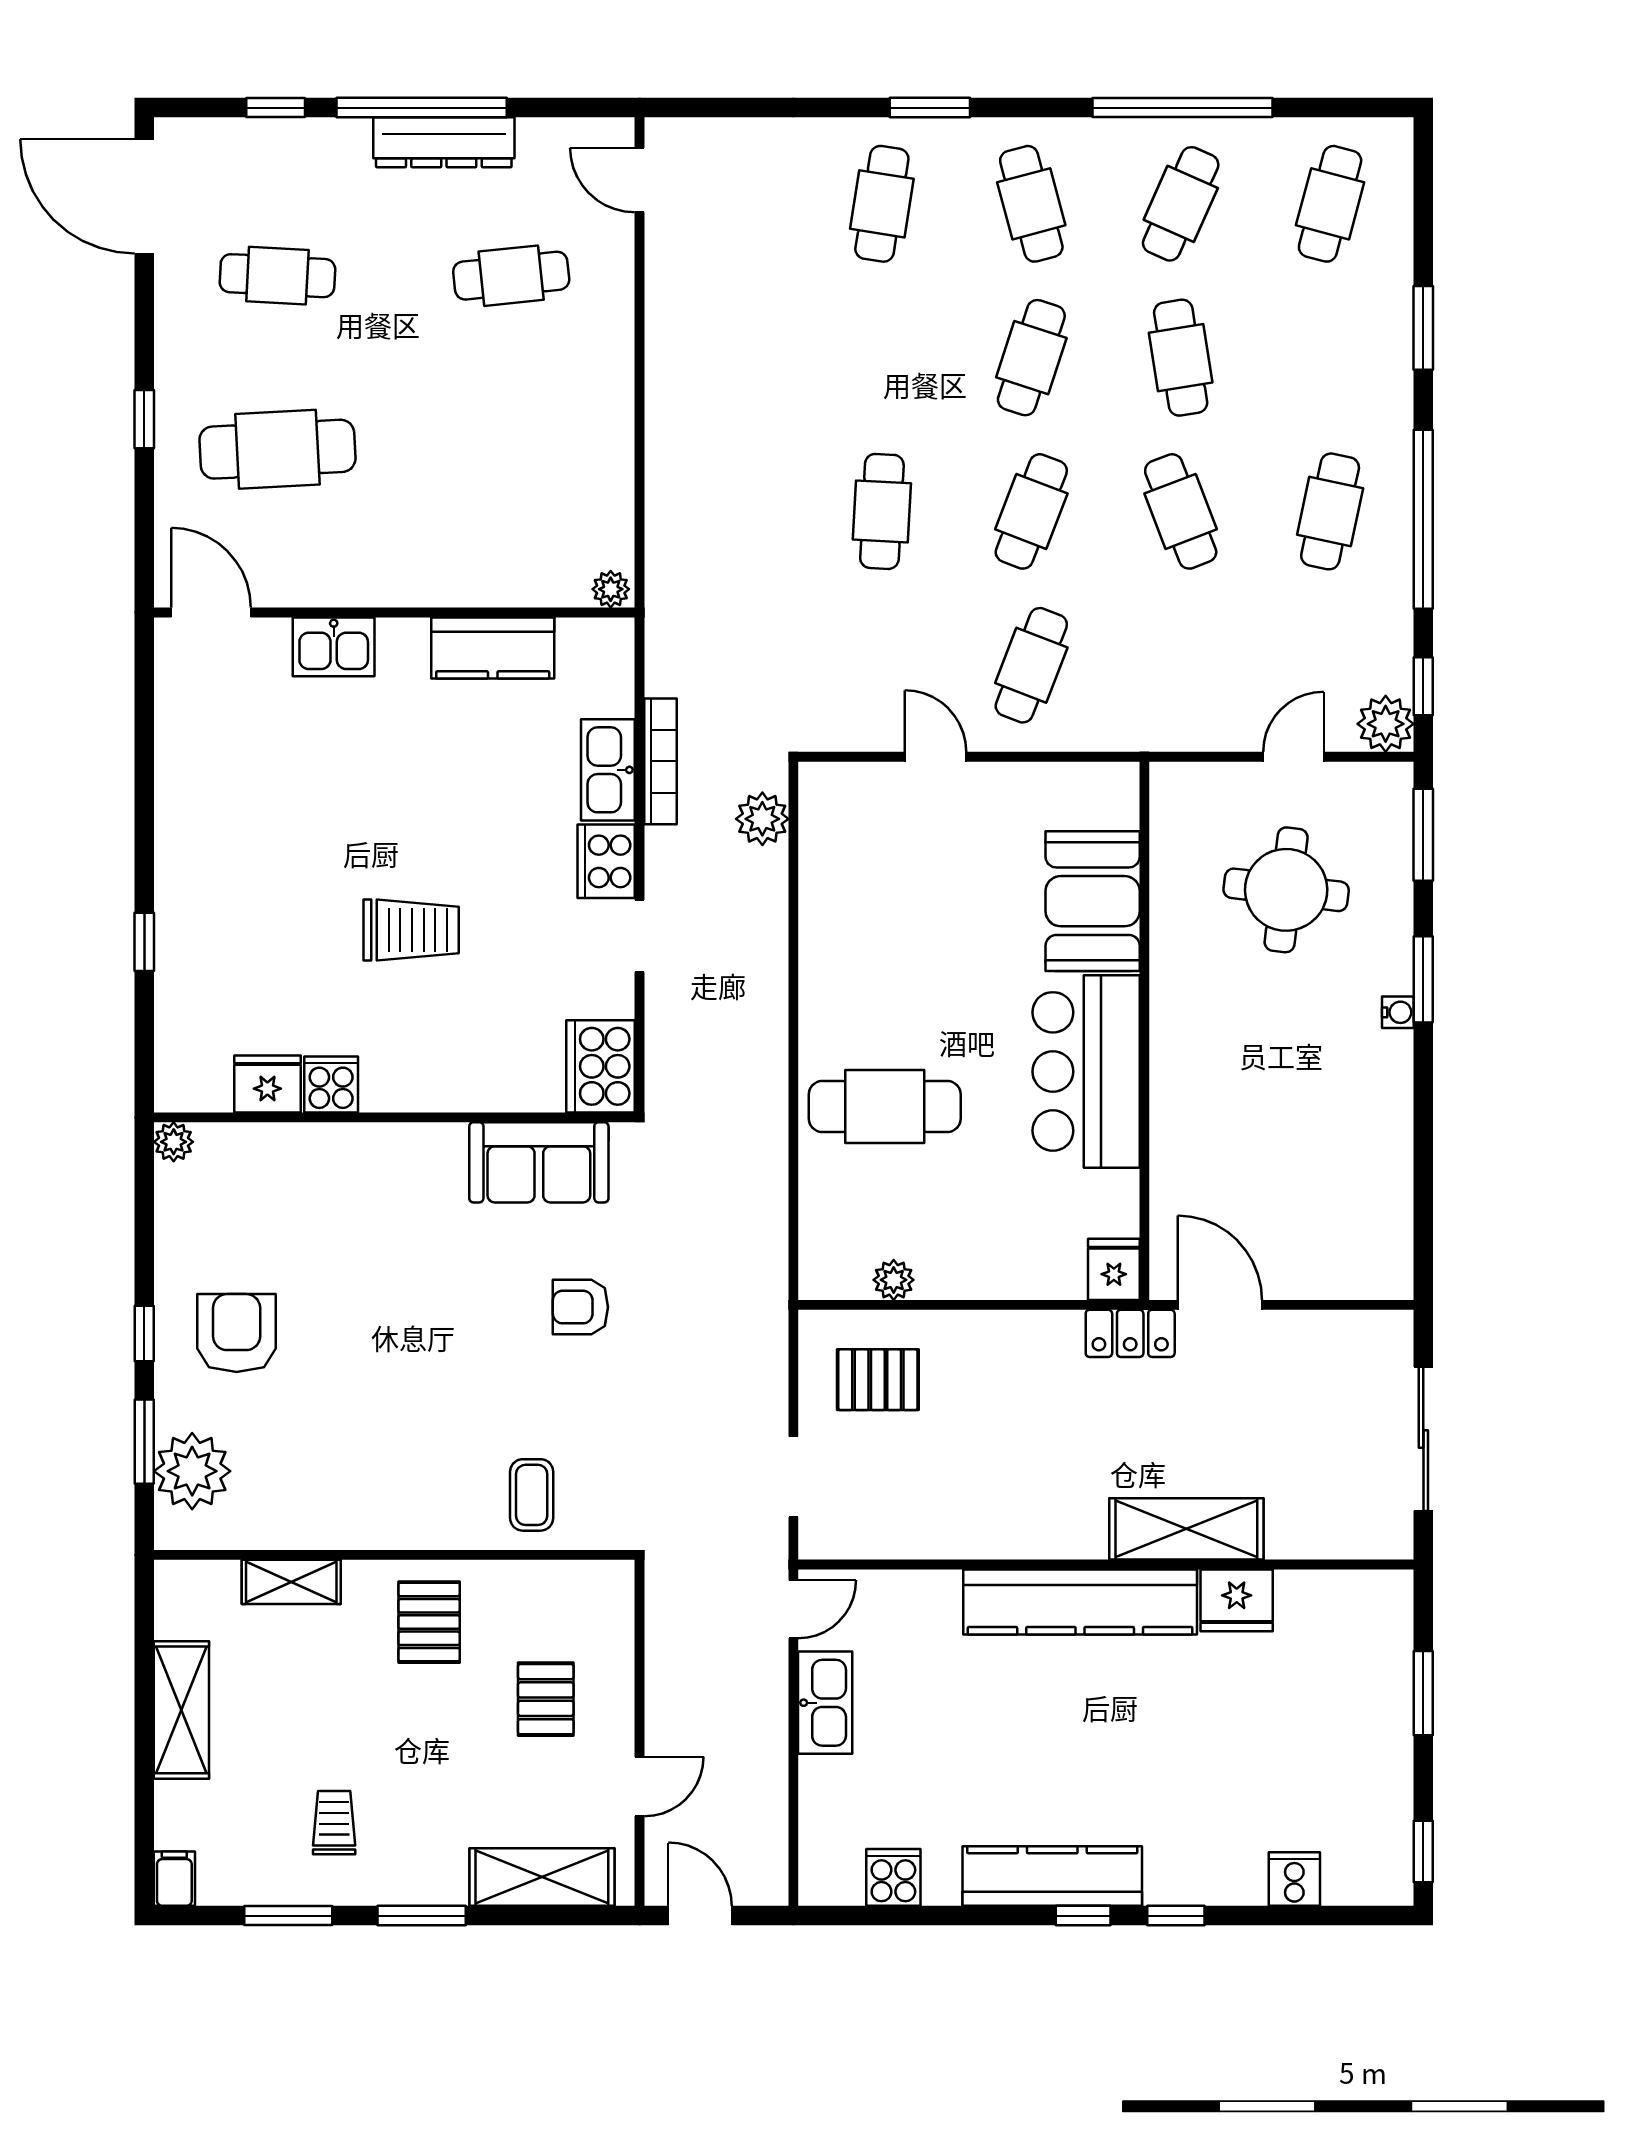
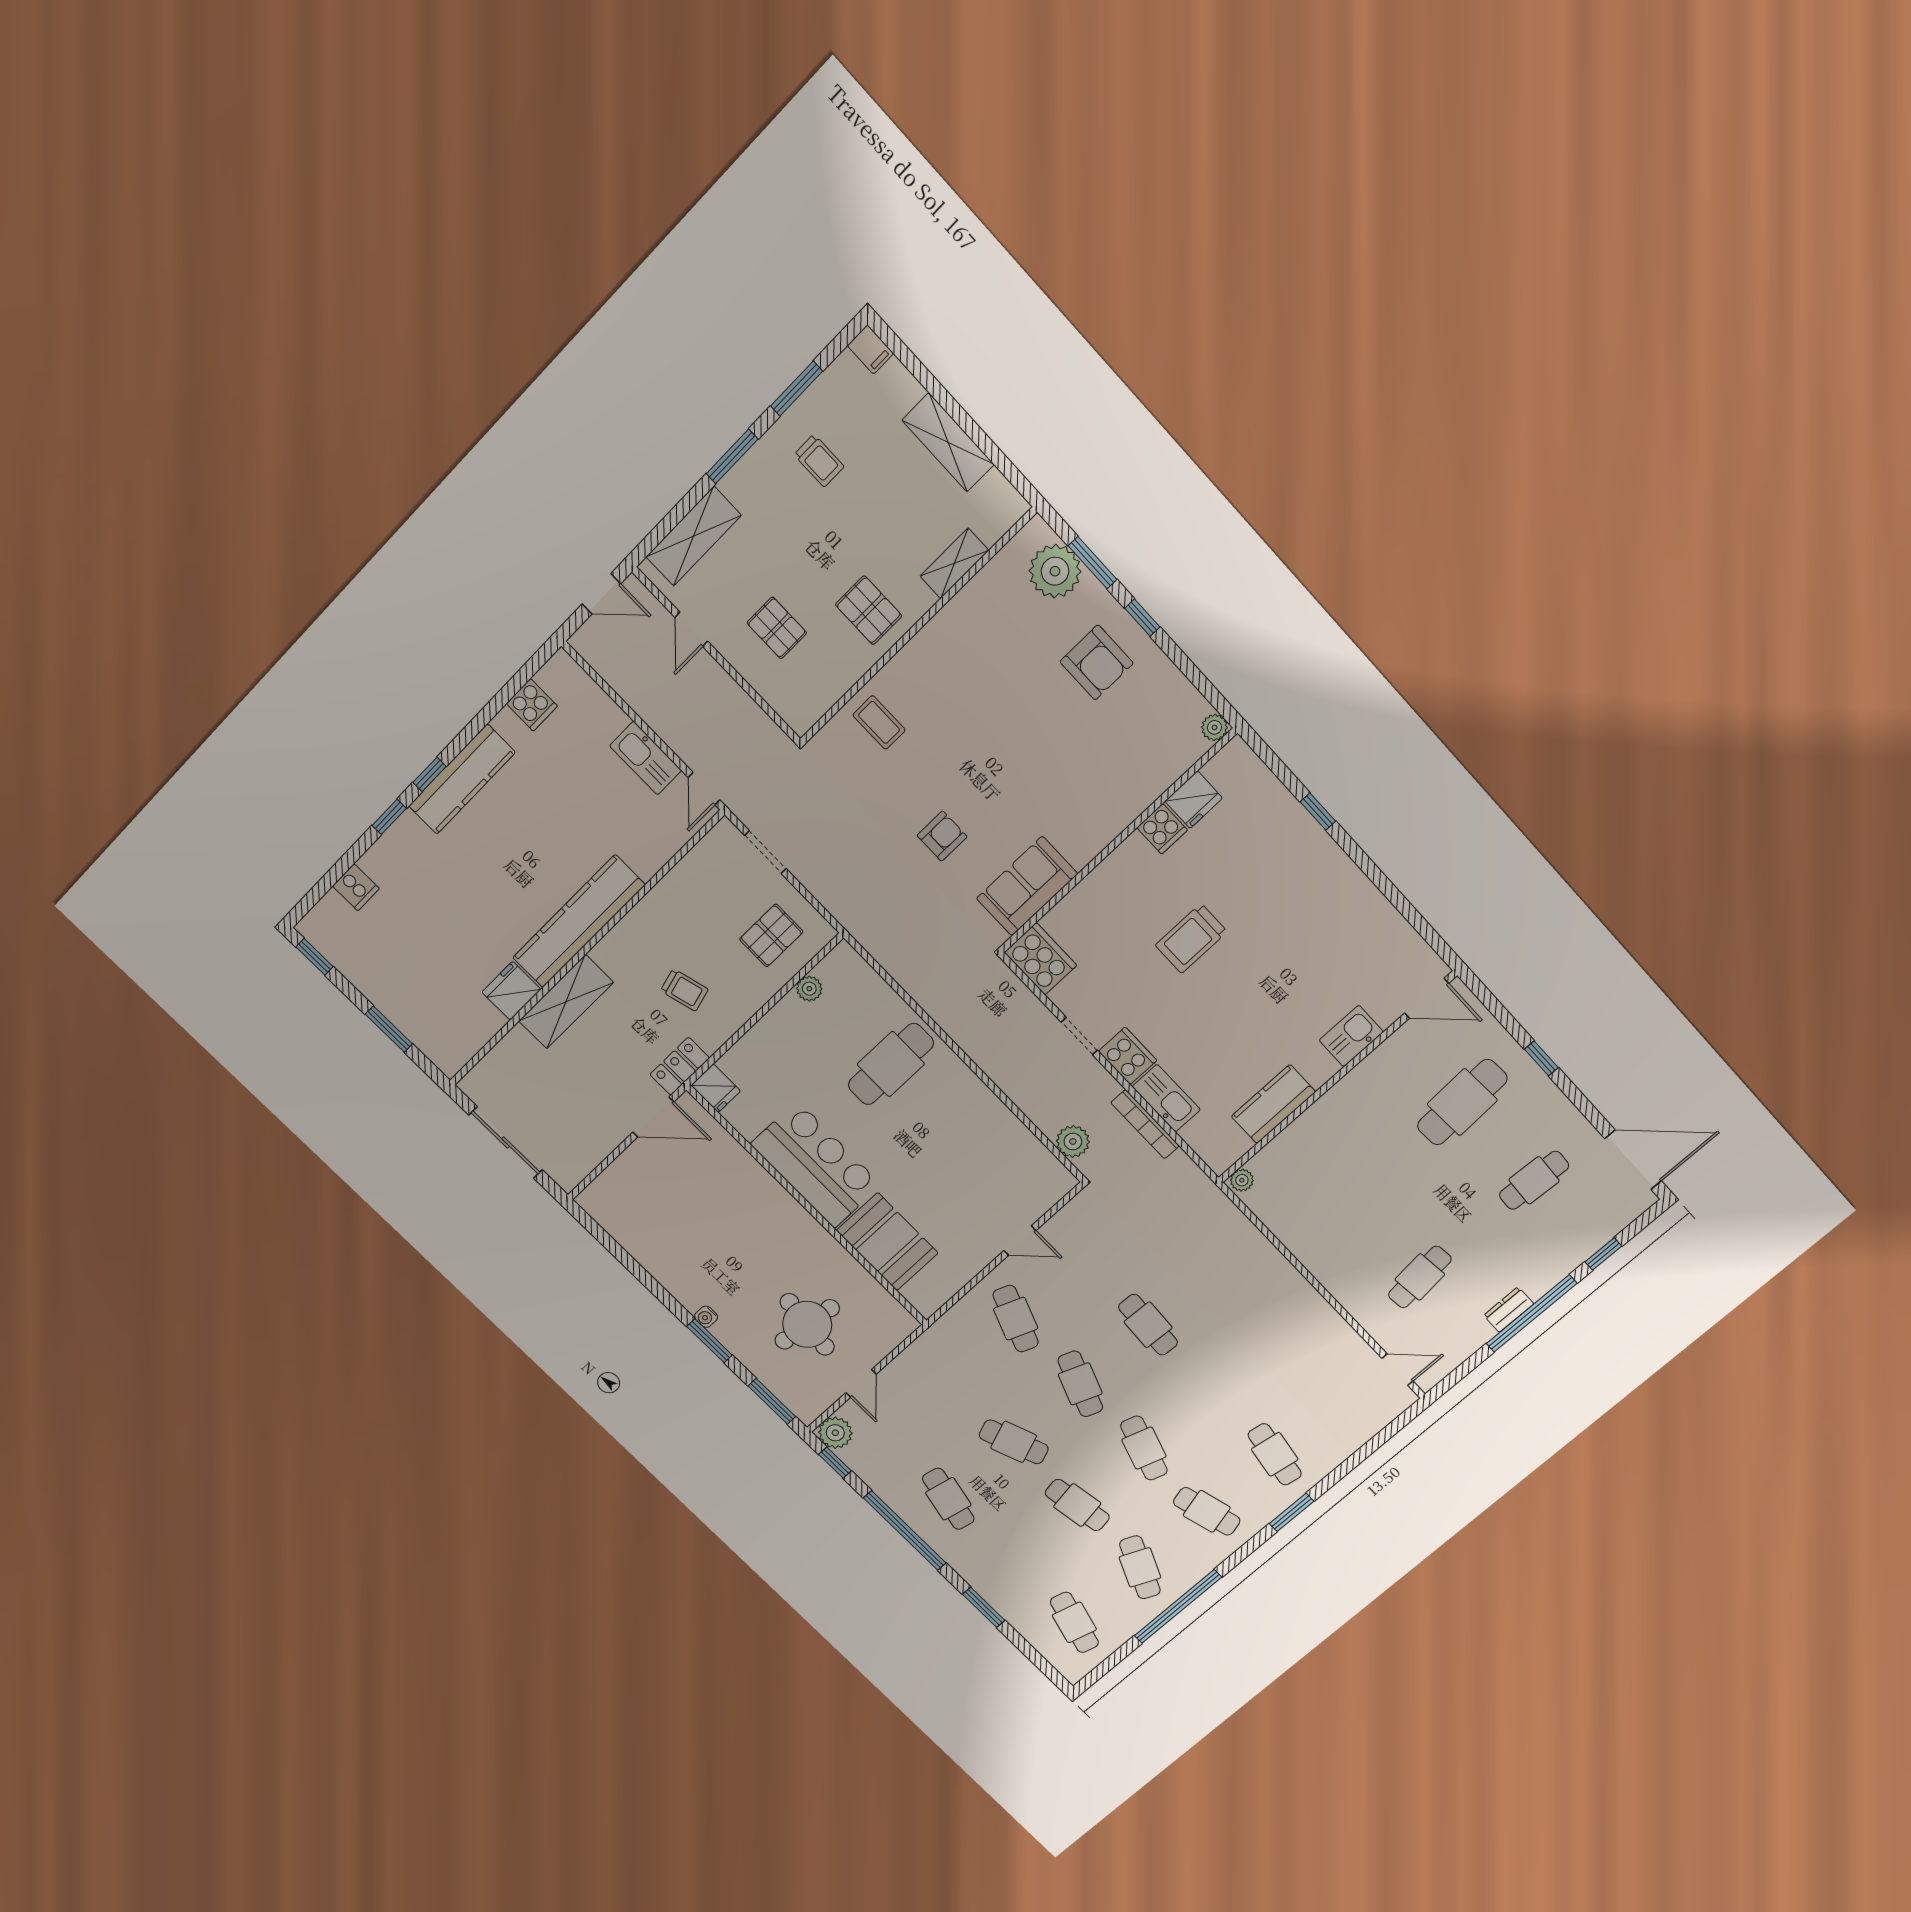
dresser: (444, 142) -> (1509, 1310), width x0.51, depth x0.80
trolley: (1037, 1413) -> (684, 990), added

